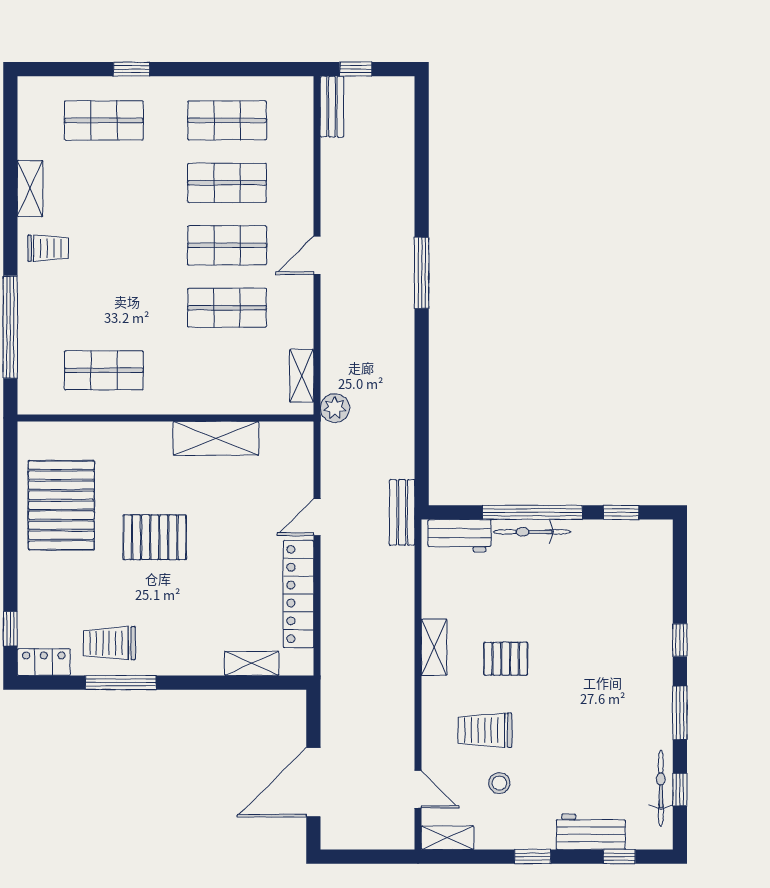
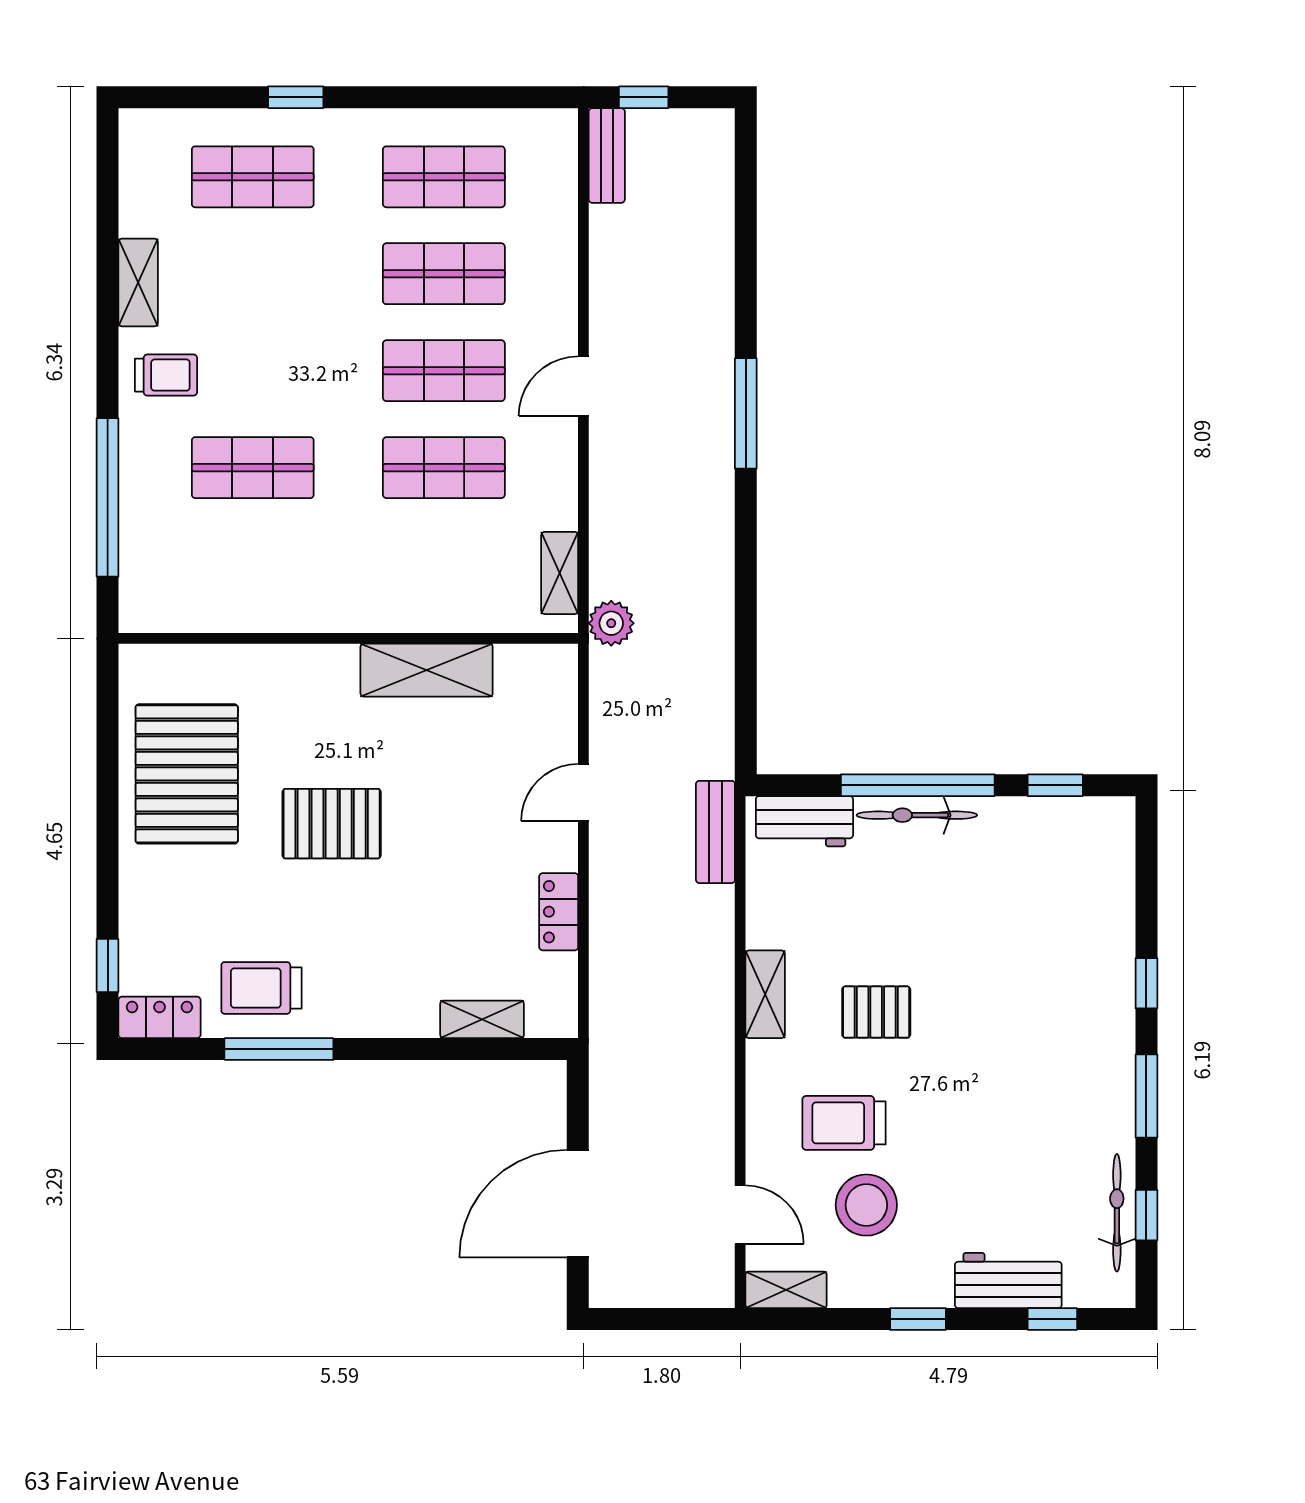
shop shelf: (104, 370) -> (253, 468), moved
bench: (402, 512) -> (715, 832), moved
locker: (298, 594) -> (559, 912), width x0.46, depth x0.83
stool: (499, 783) -> (866, 1205), width x1.89, depth x1.89

